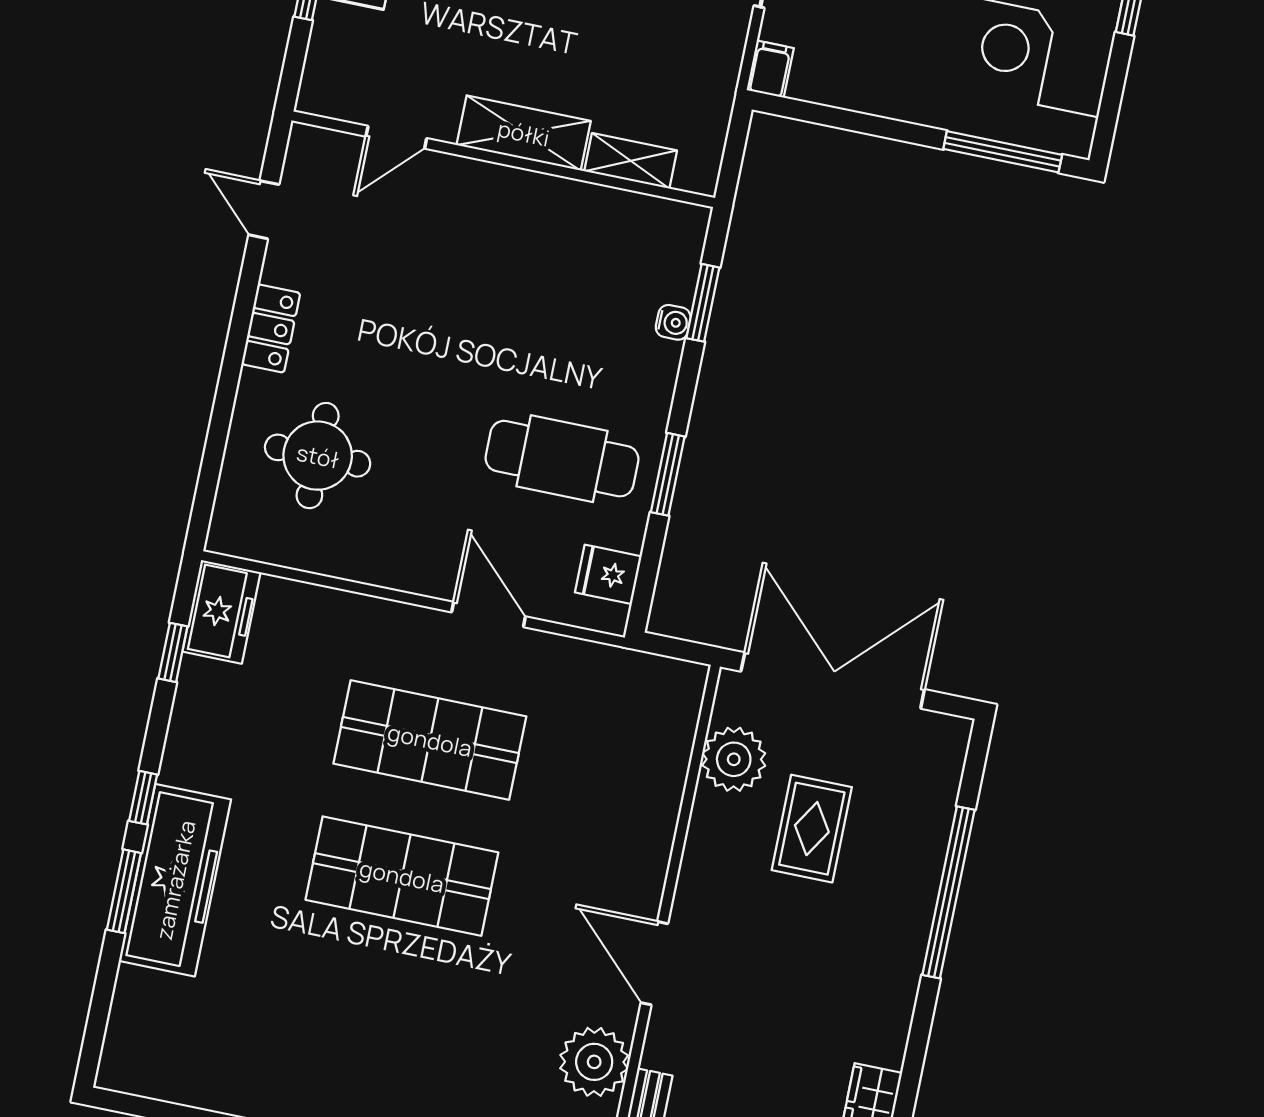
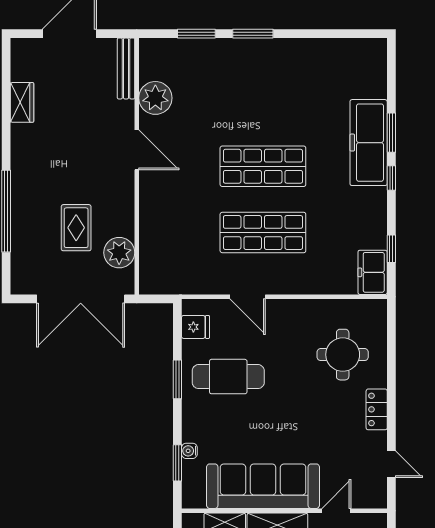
sofa: (537, 219) -> (263, 486), added

